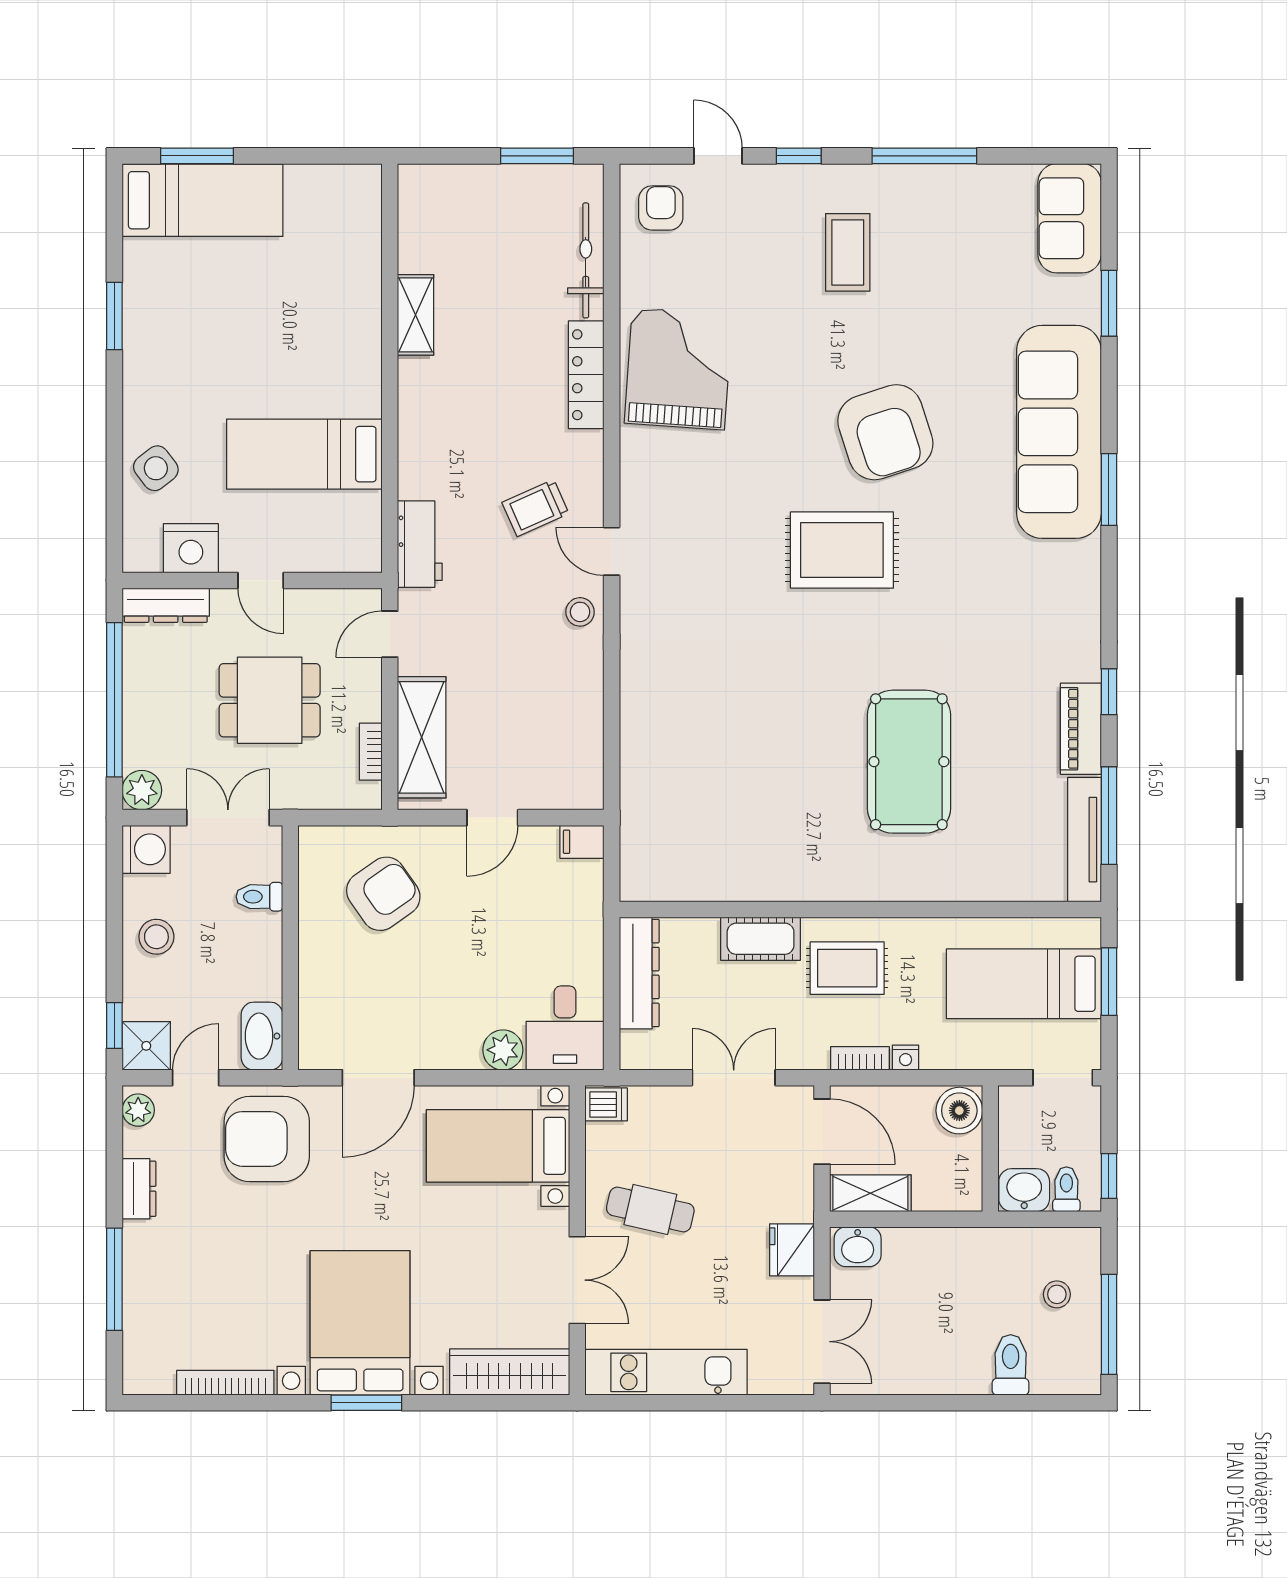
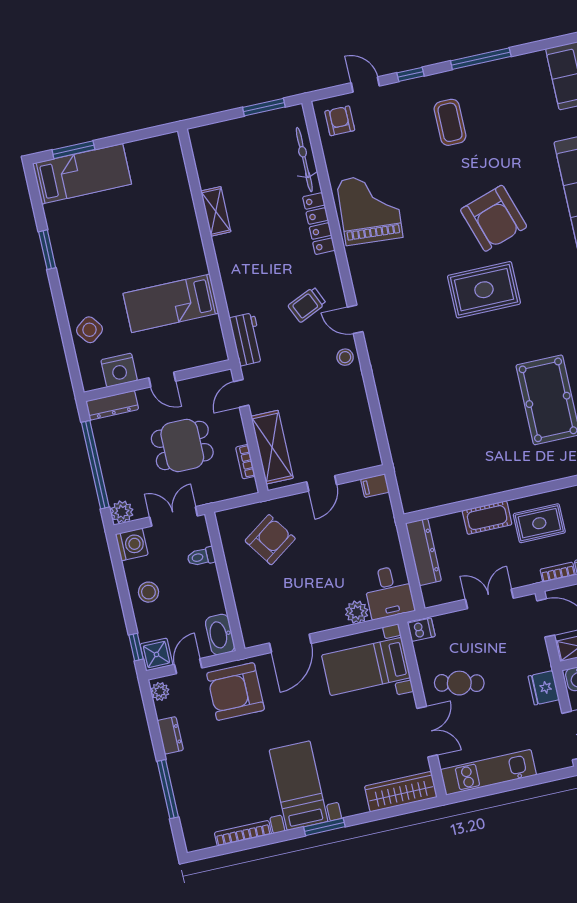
bed with nightstands: (360, 1323) -> (299, 786), width x0.73

